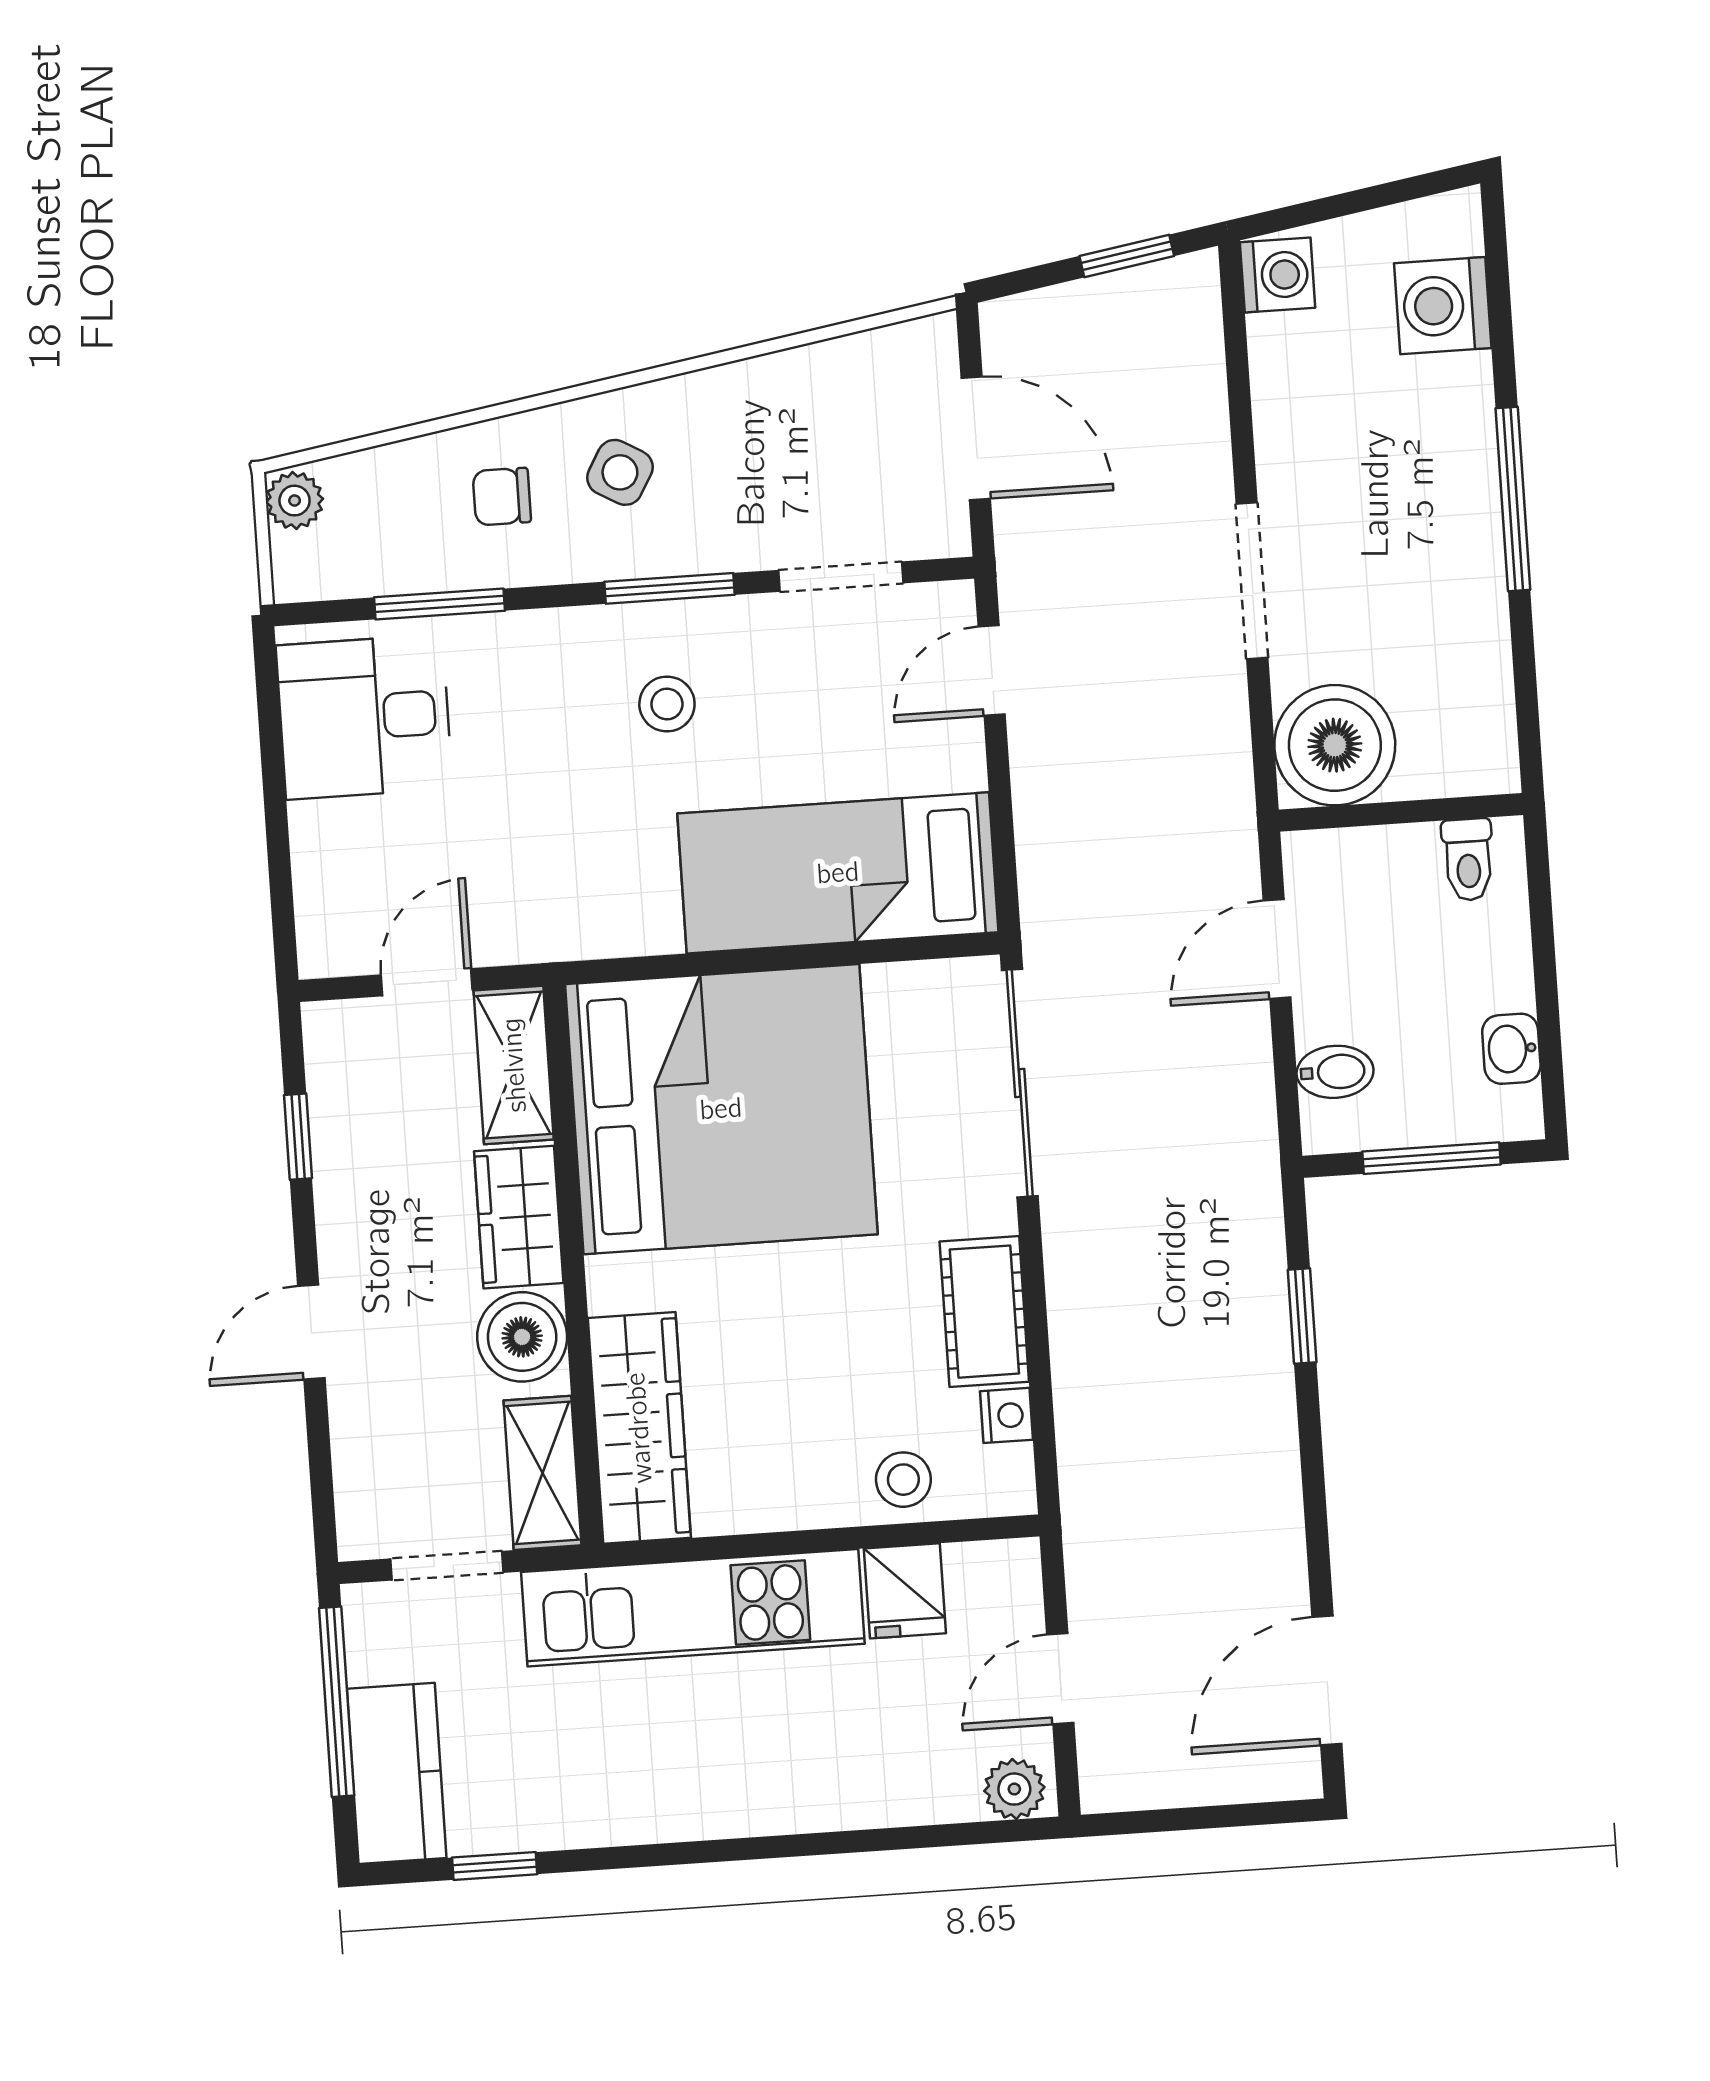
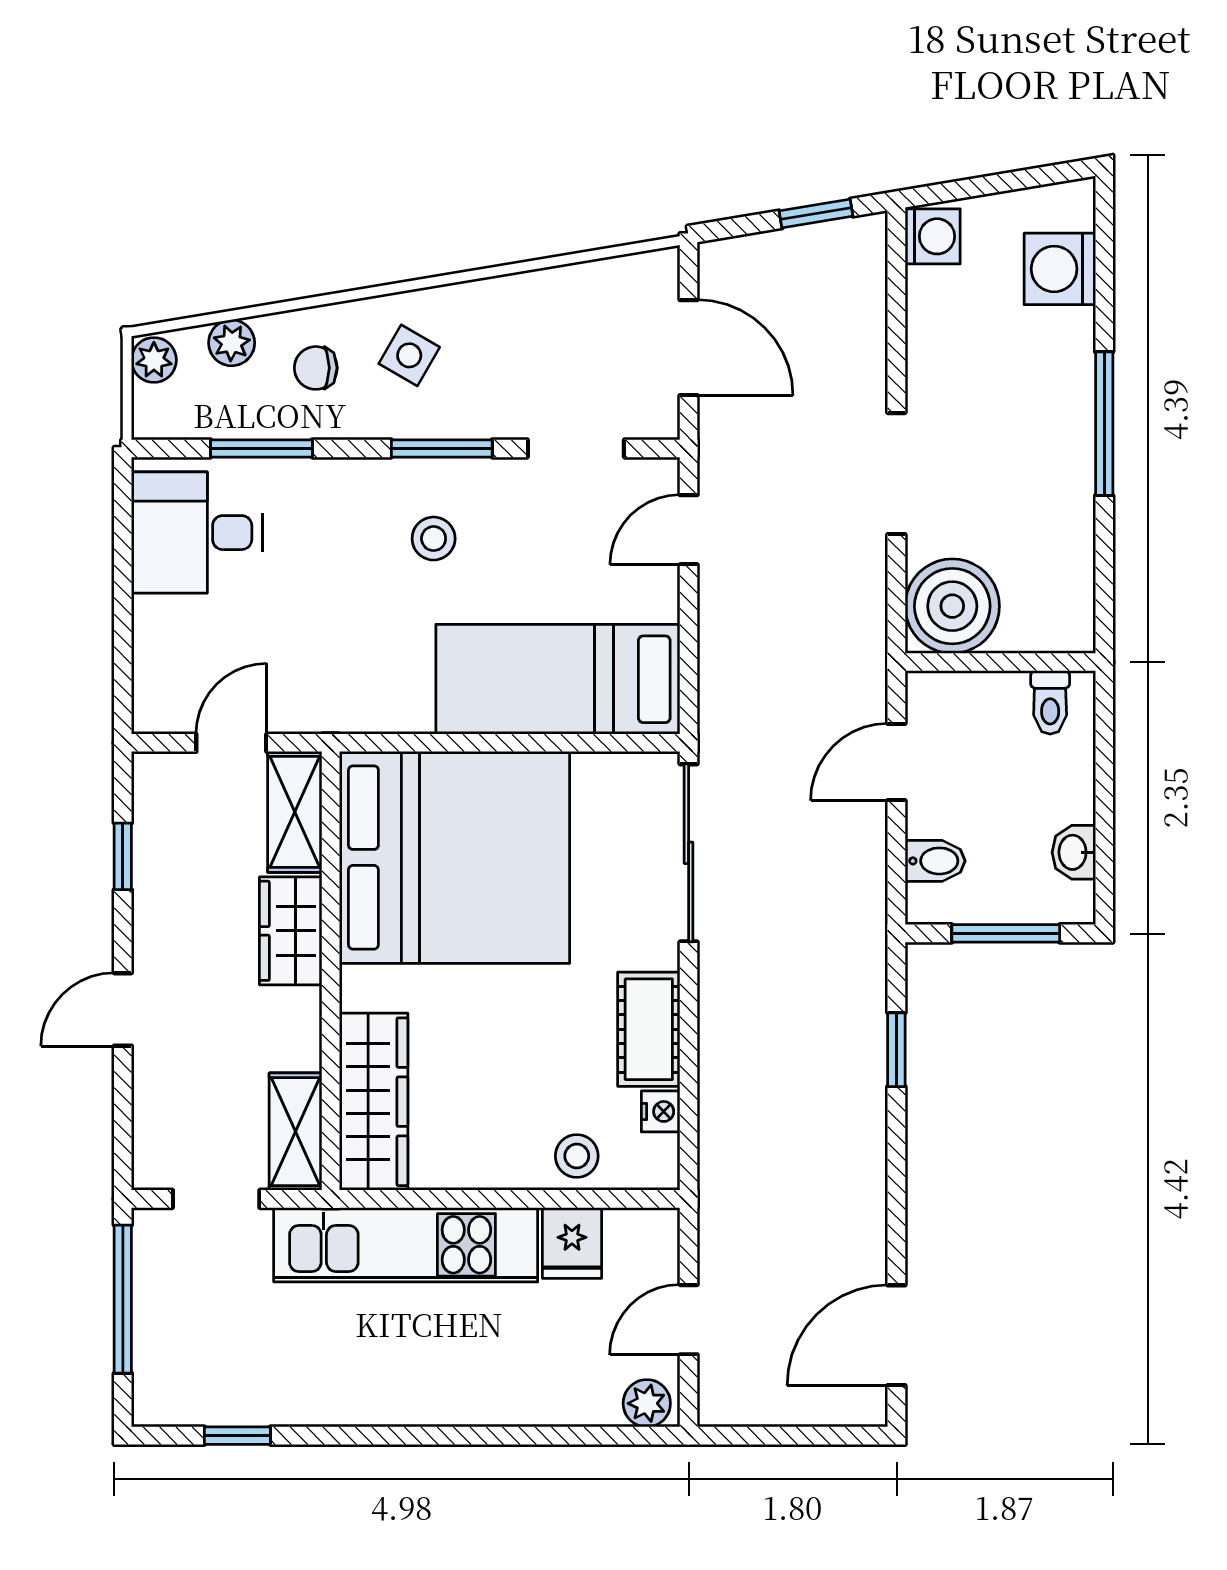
plant: (392, 472) -> (232, 343), added
boiler: (522, 1337) -> (287, 1024), removed
kitchen counter: (397, 1773) -> (166, 1358), removed

